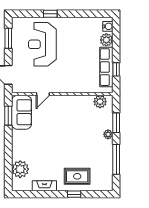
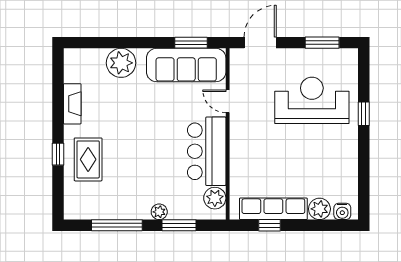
bar counter: (72, 106) -> (207, 151), added
sofa: (22, 112) -> (186, 65), width x1.36
plant: (20, 169) -> (121, 63), moved

